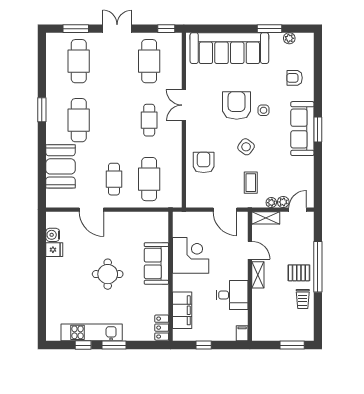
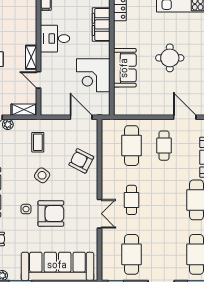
armchair: (237, 105) -> (51, 213), turned -90
armchair: (204, 162) -> (81, 161), turned 117
plant: (271, 203) -> (19, 124), removed
door: (225, 210) -> (81, 117), moved

